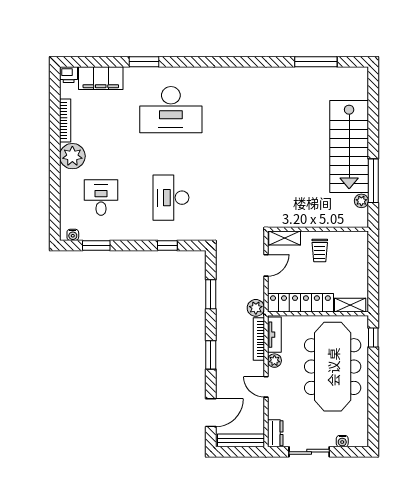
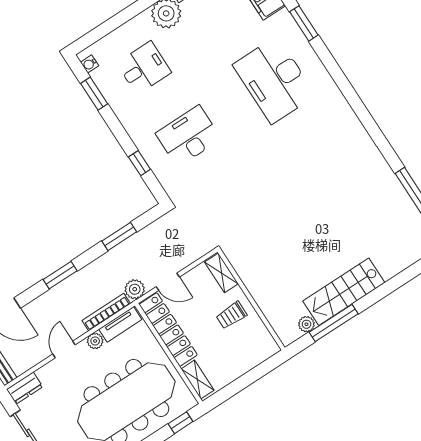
stairs: (349, 147) -> (344, 292), width x0.73, depth x0.66
door: (266, 265) -> (168, 282), moved

